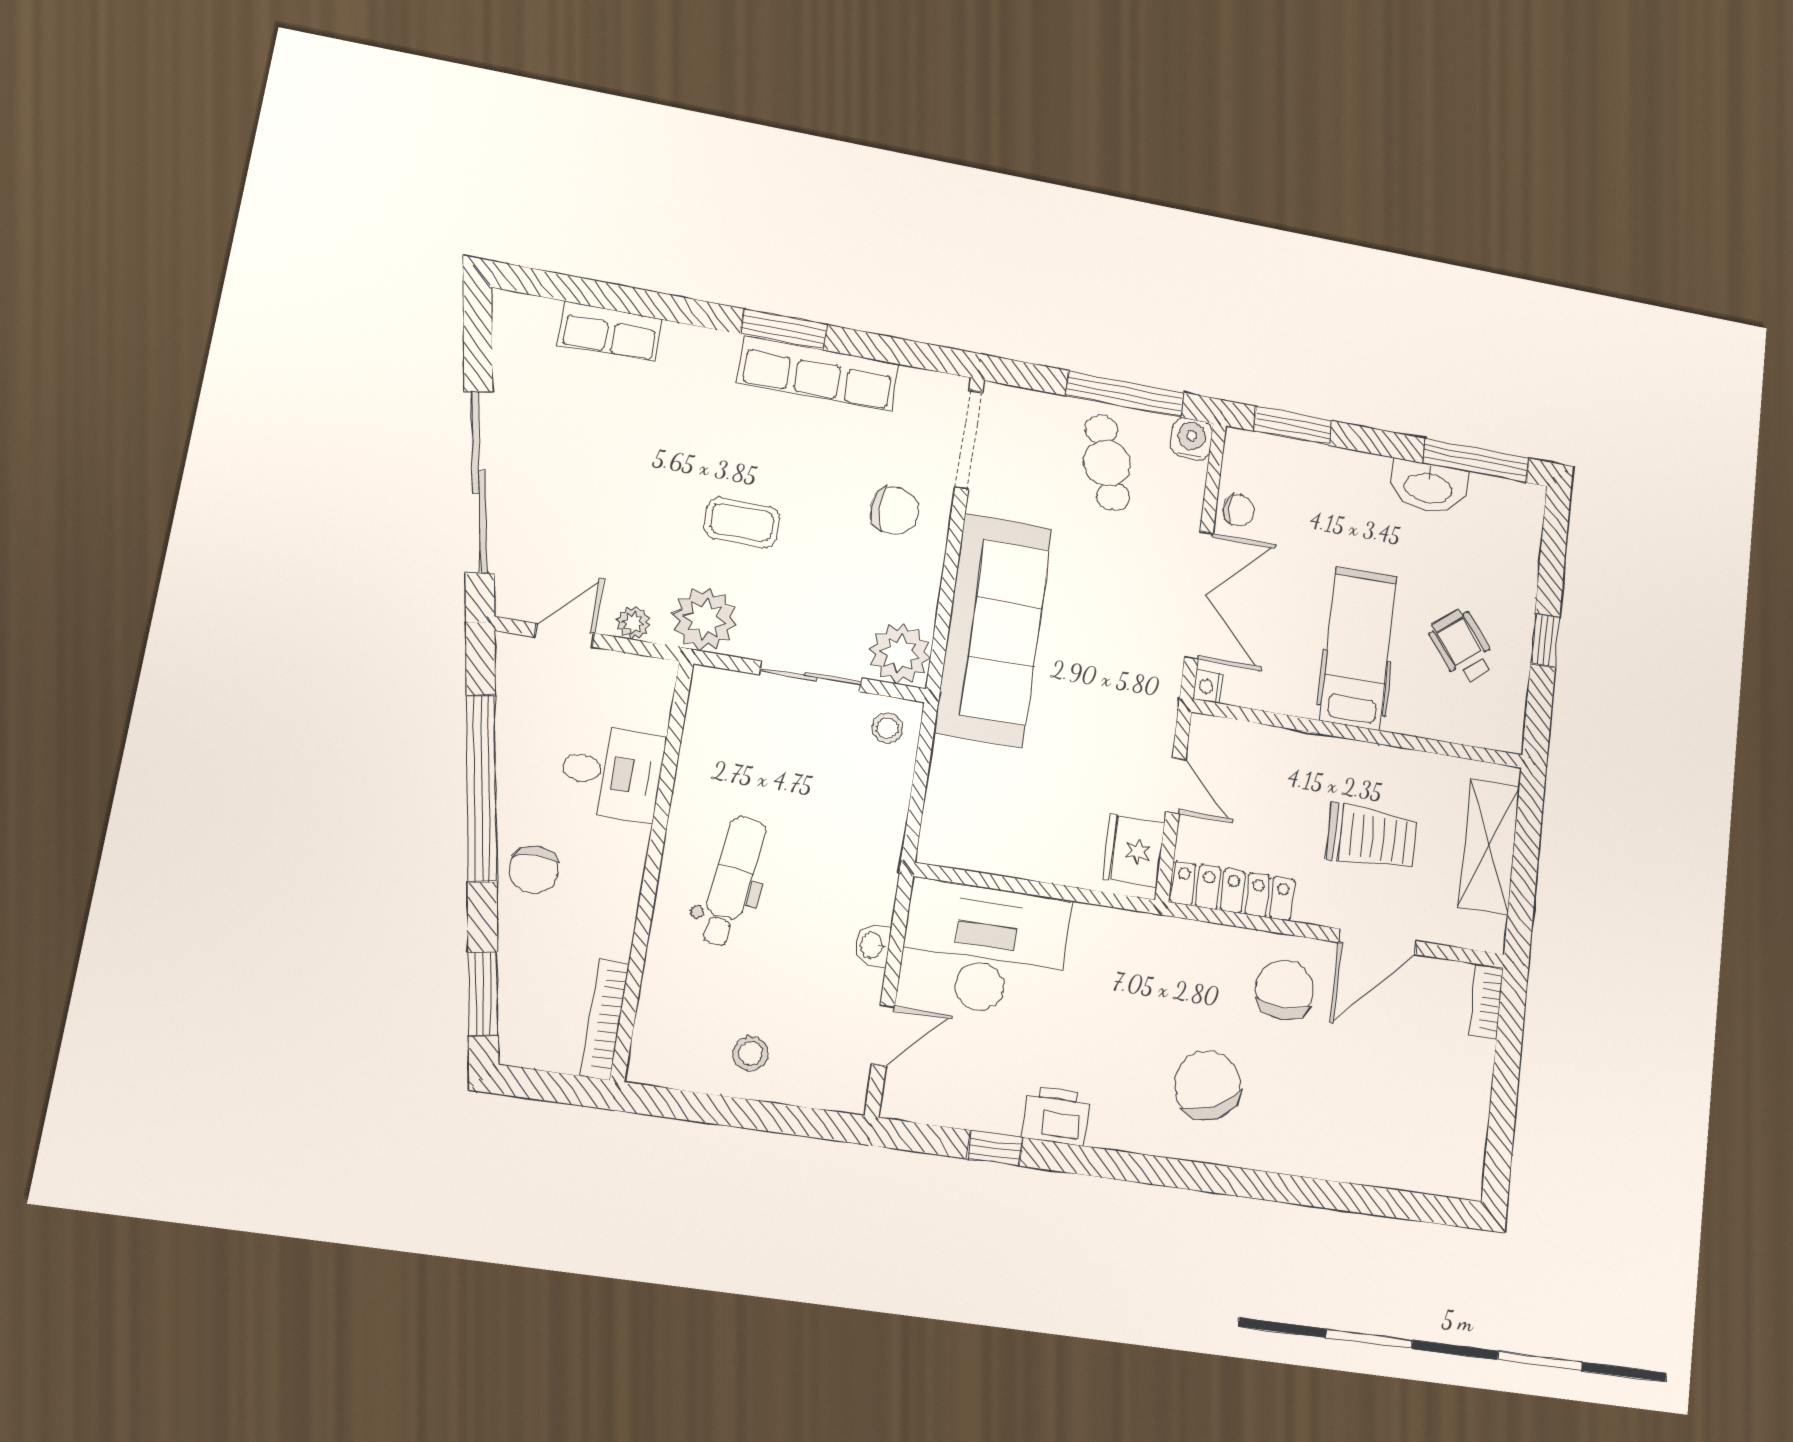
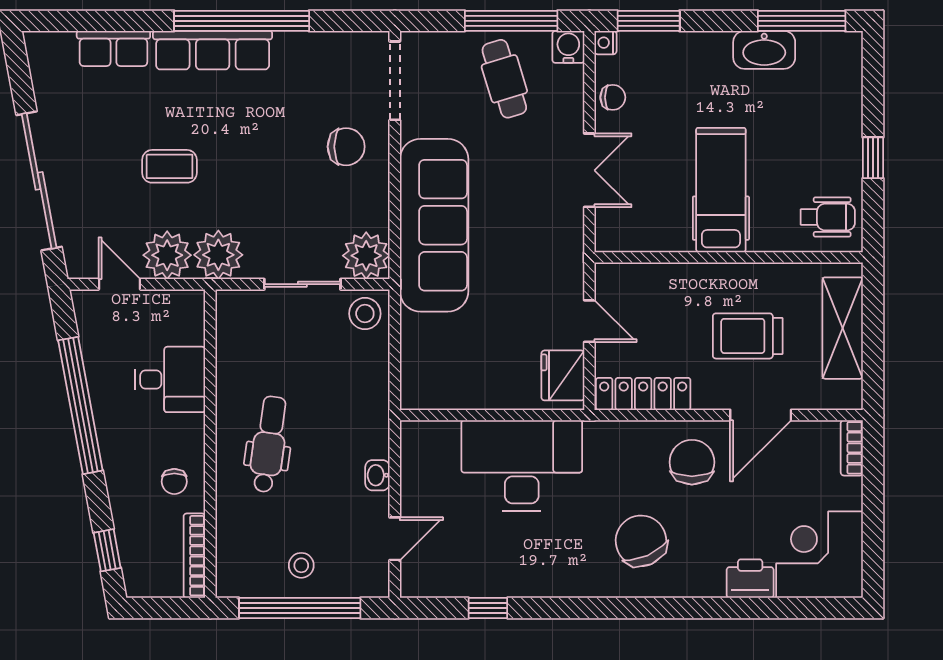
window: (784, 329) -> (242, 21), width x2.11
row of seats: (818, 373) -> (213, 50), moved
coffee table: (742, 522) -> (169, 166), moved
double door: (1199, 595) -> (589, 170), width x0.73
plant: (633, 623) -> (167, 255), width x1.87, depth x1.87
door: (564, 635) -> (119, 284), hinge flipped
wheelchair: (1462, 646) -> (828, 217), moved, turned 128
nightstand: (1208, 687) -> (605, 43), moved
stool: (887, 728) -> (365, 314), width x1.37, depth x1.37
trolley: (1372, 837) -> (748, 336), turned 180
chair: (534, 870) -> (174, 482), moved, width x0.73, depth x0.73
desk: (984, 949) -> (522, 465), moved
window: (483, 994) -> (107, 550), width x0.67
window: (739, 1113) -> (300, 608), added
printer: (1056, 1116) -> (750, 579), moved
corner desk: (1433, 1136) -> (820, 555), added

